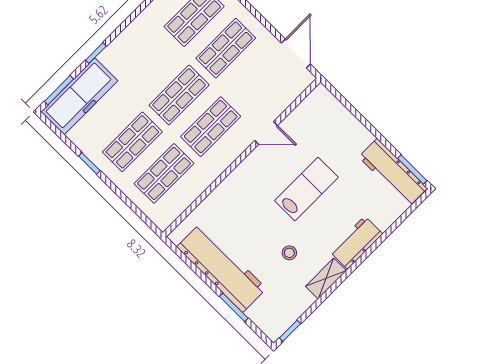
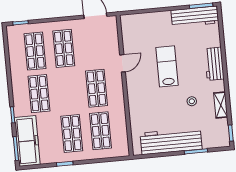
shop shelf: (179, 95) -> (39, 94), moved
shelving: (326, 278) -> (221, 105), moved

